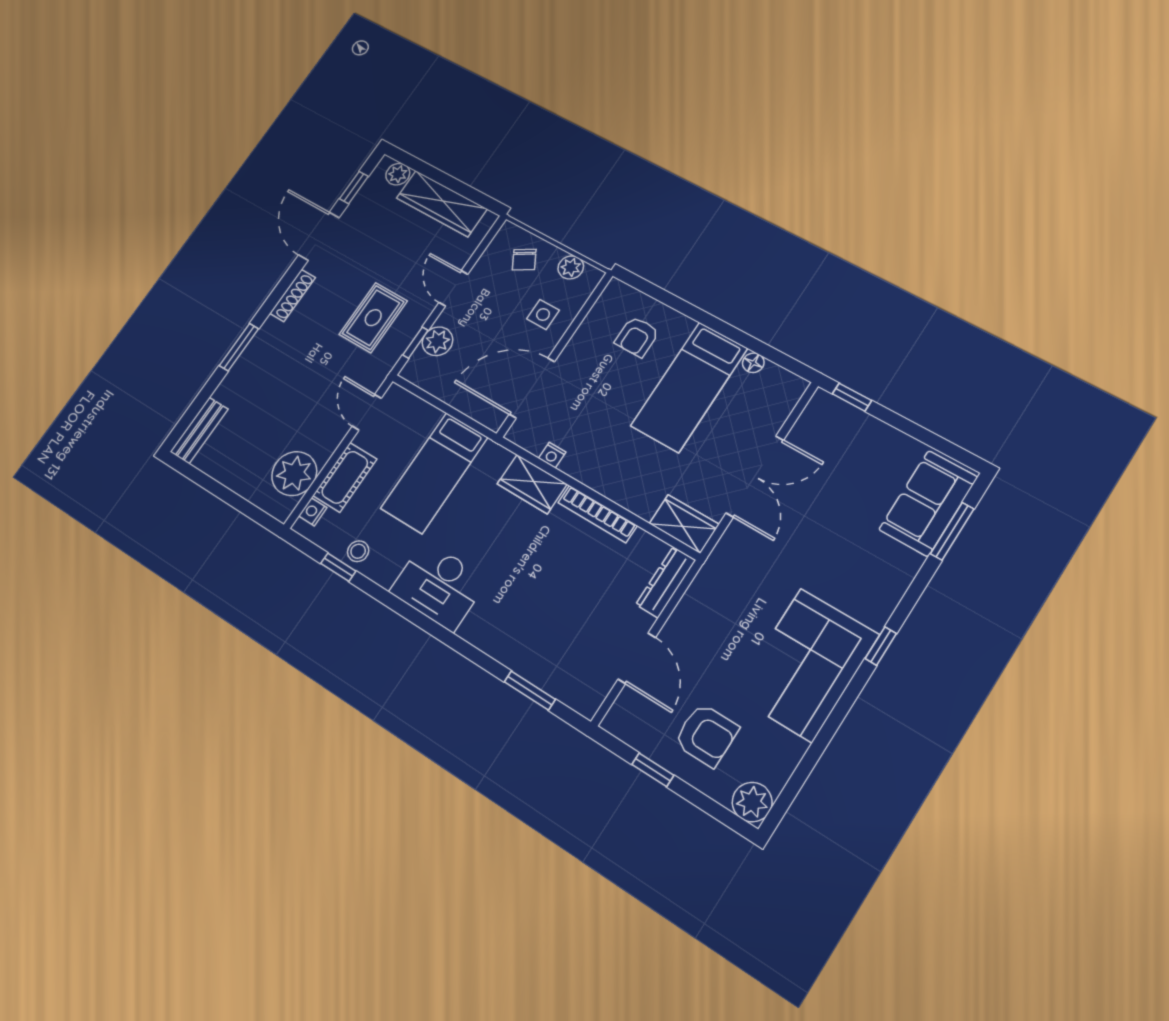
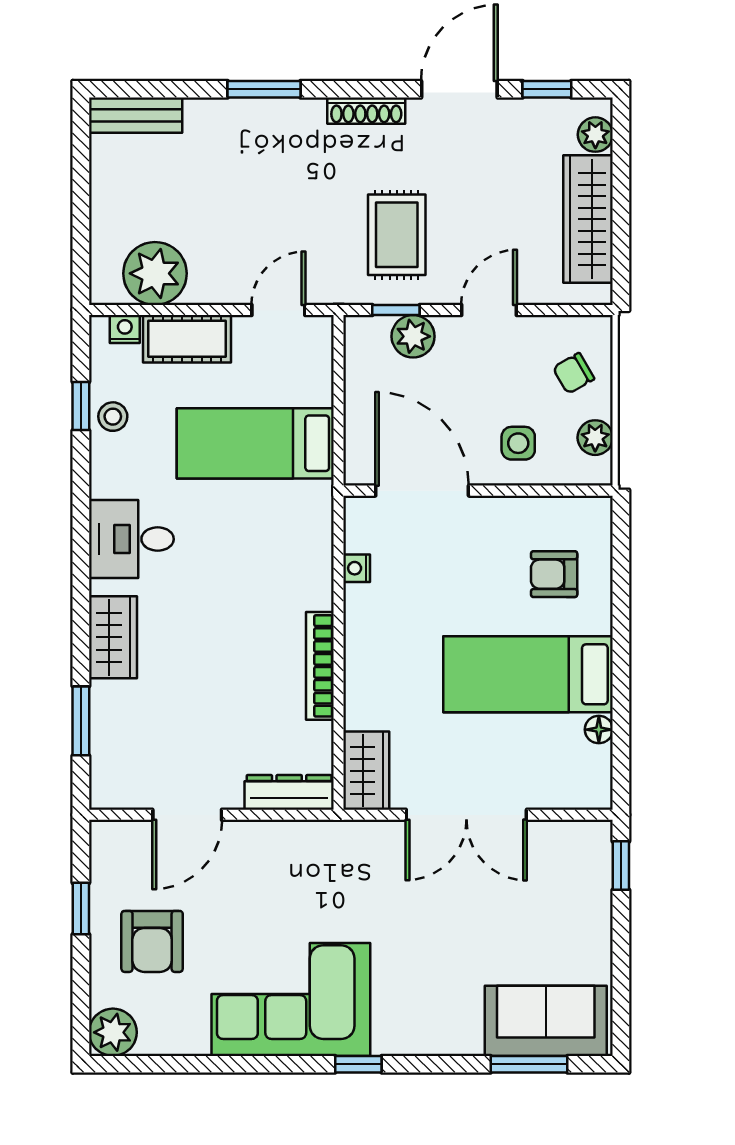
rug: (373, 318) -> (397, 235), turned 90
wardrobe: (532, 484) -> (113, 637), moved, turned 180
desk: (439, 586) -> (131, 539), width x0.73

